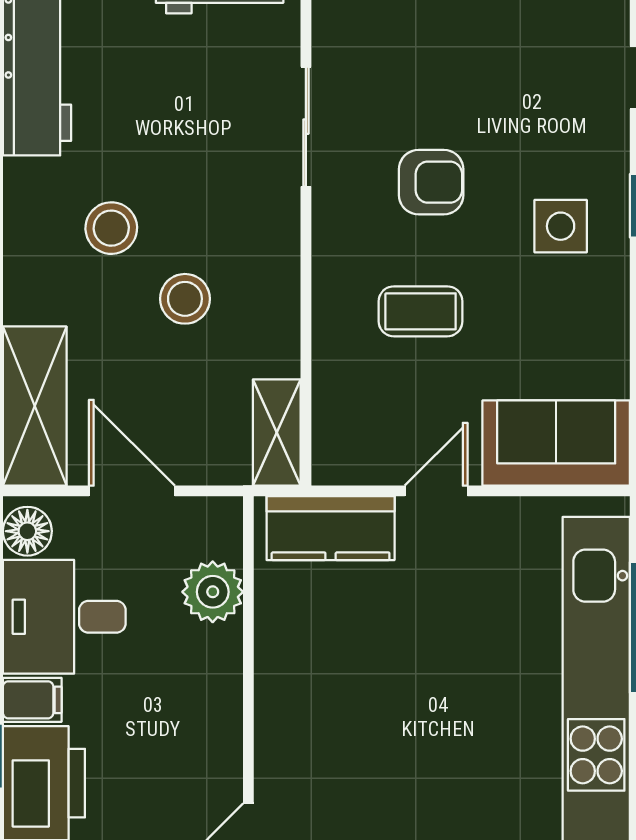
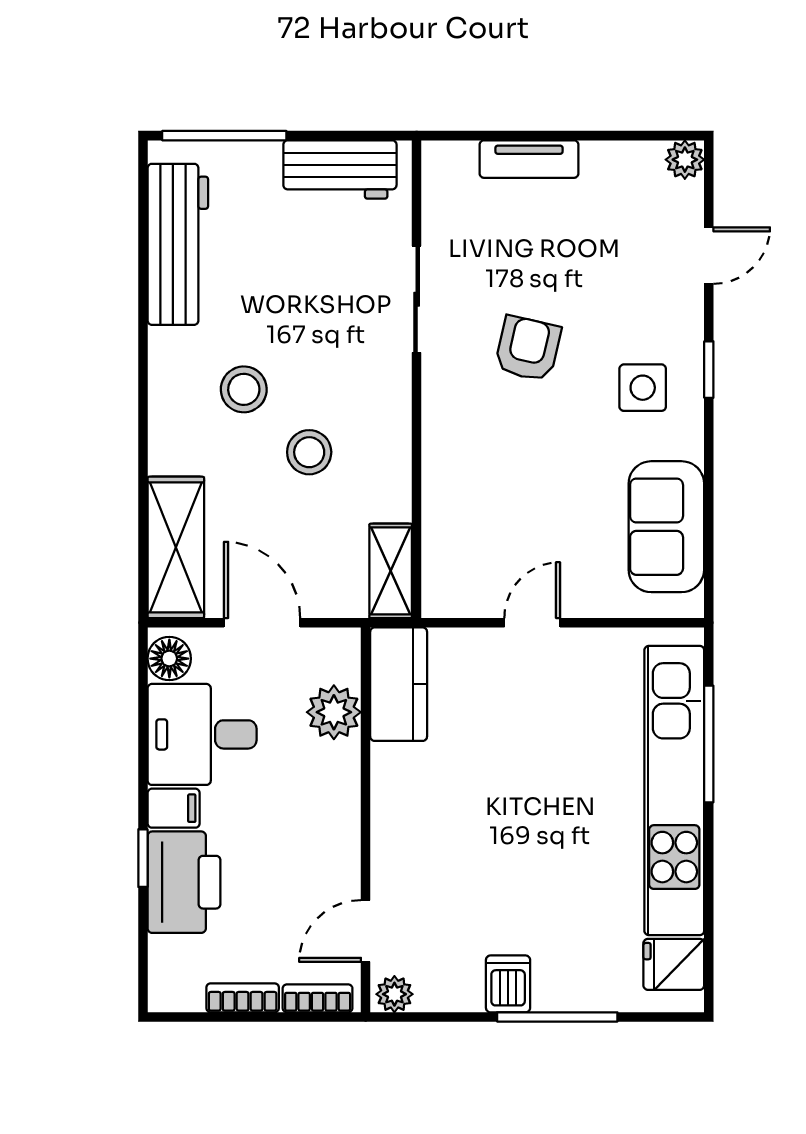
armchair: (431, 182) -> (528, 349), turned -77
coffee table: (421, 311) -> (518, 463), removed
sofa: (556, 443) -> (666, 527), moved, turned -90
kitchen counter: (331, 528) -> (399, 684), moved, turned -90

